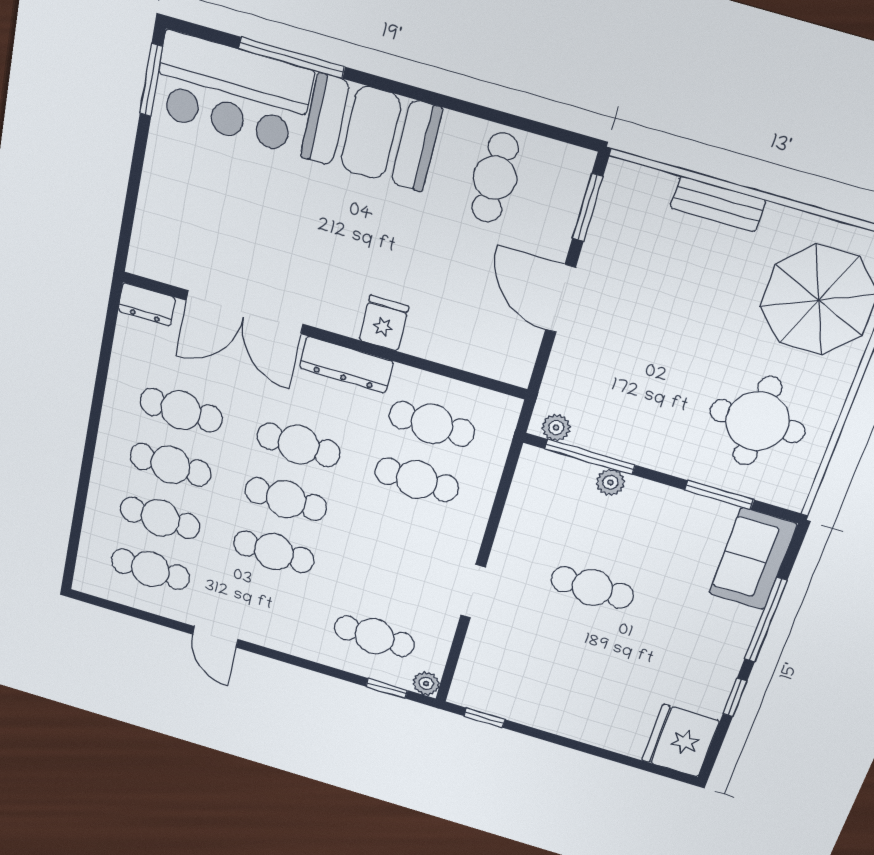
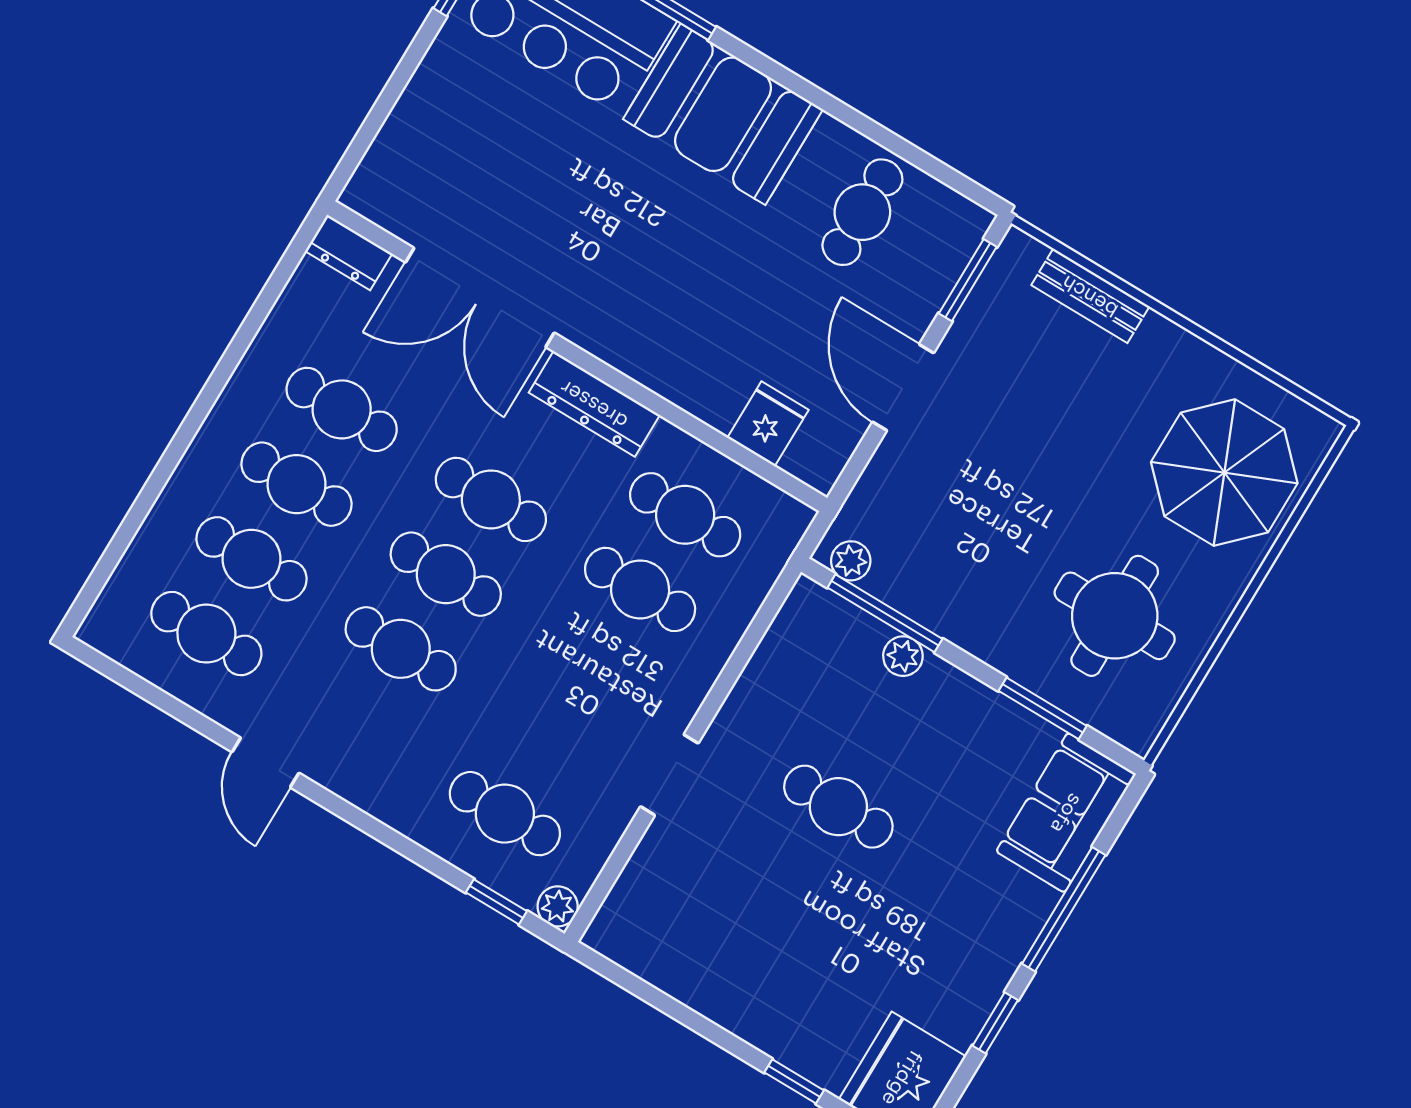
bench: (718, 204) -> (1090, 296), moved
fridge: (384, 323) -> (768, 424), moved
window: (485, 718) -> (794, 1081), moved

